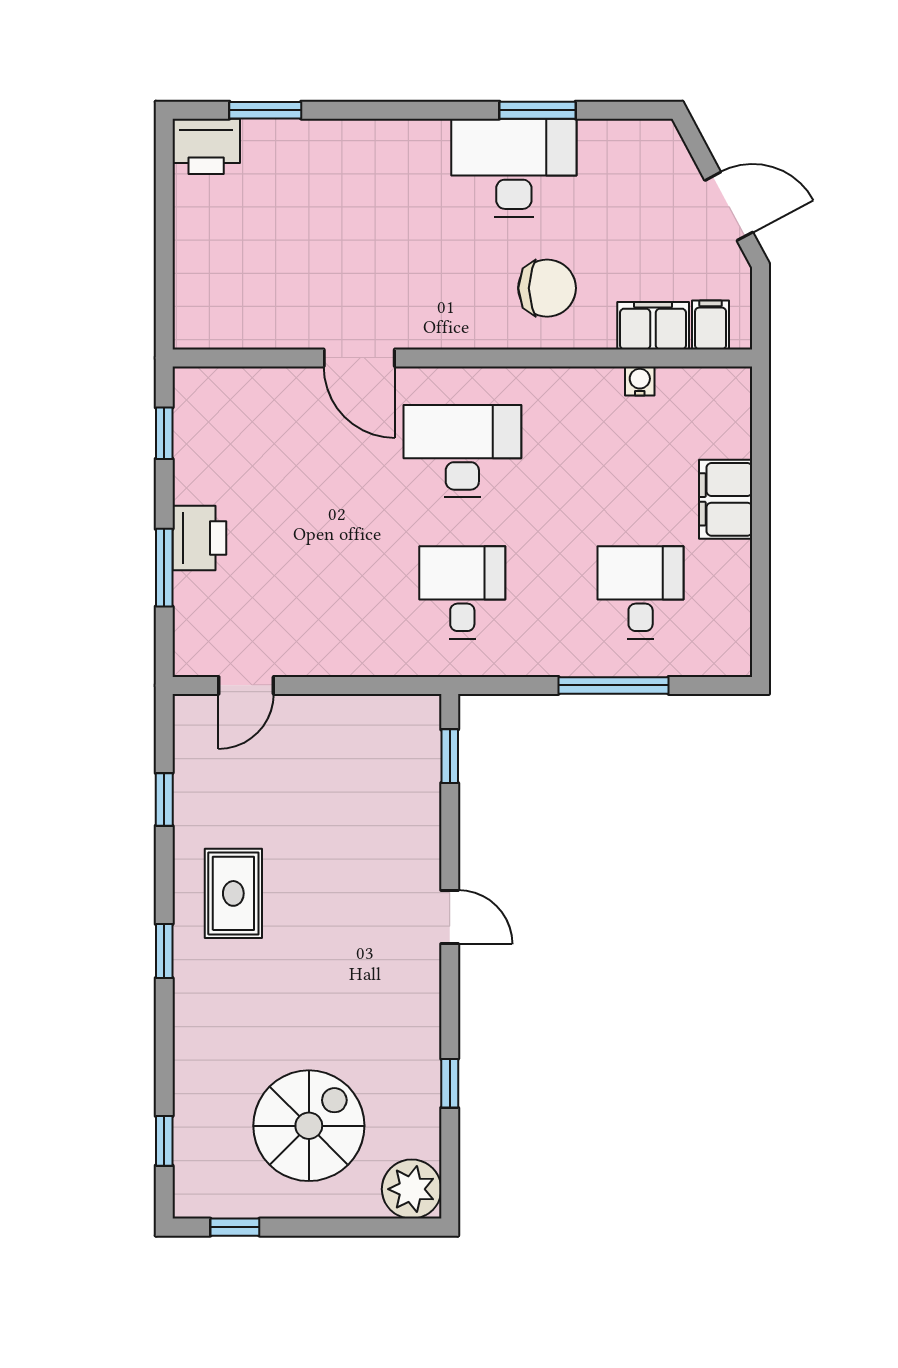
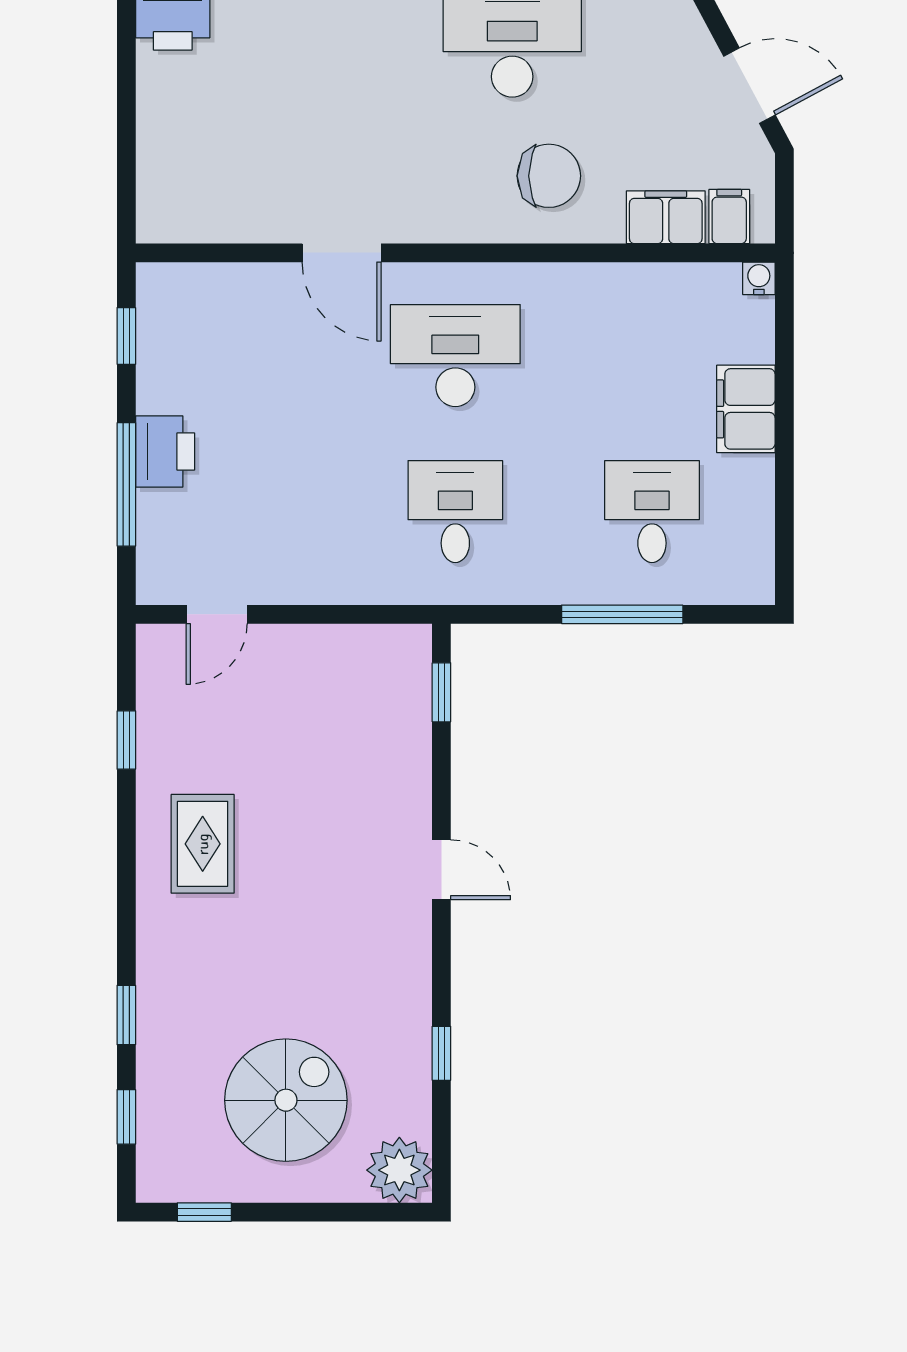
water cooler: (640, 381) -> (759, 278), moved
window: (164, 568) -> (126, 484), width x1.44
window: (164, 951) -> (126, 1015), moved

